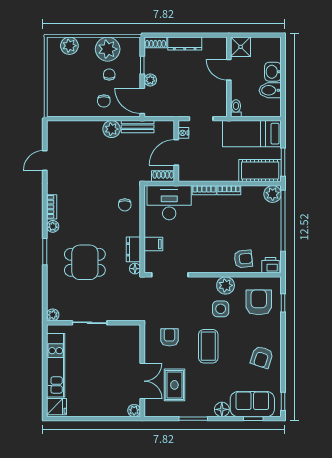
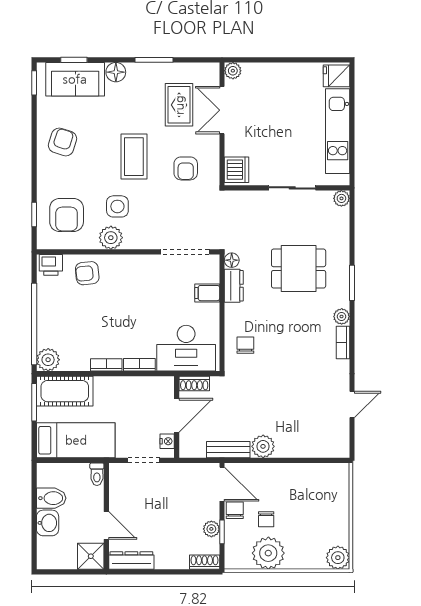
dresser: (185, 44) -> (131, 560), moved
plant: (69, 46) -> (338, 558), moved
plant: (150, 80) -> (211, 529), moved
chair: (104, 101) -> (235, 510), moved
dishwasher: (131, 336) -> (236, 170), added

